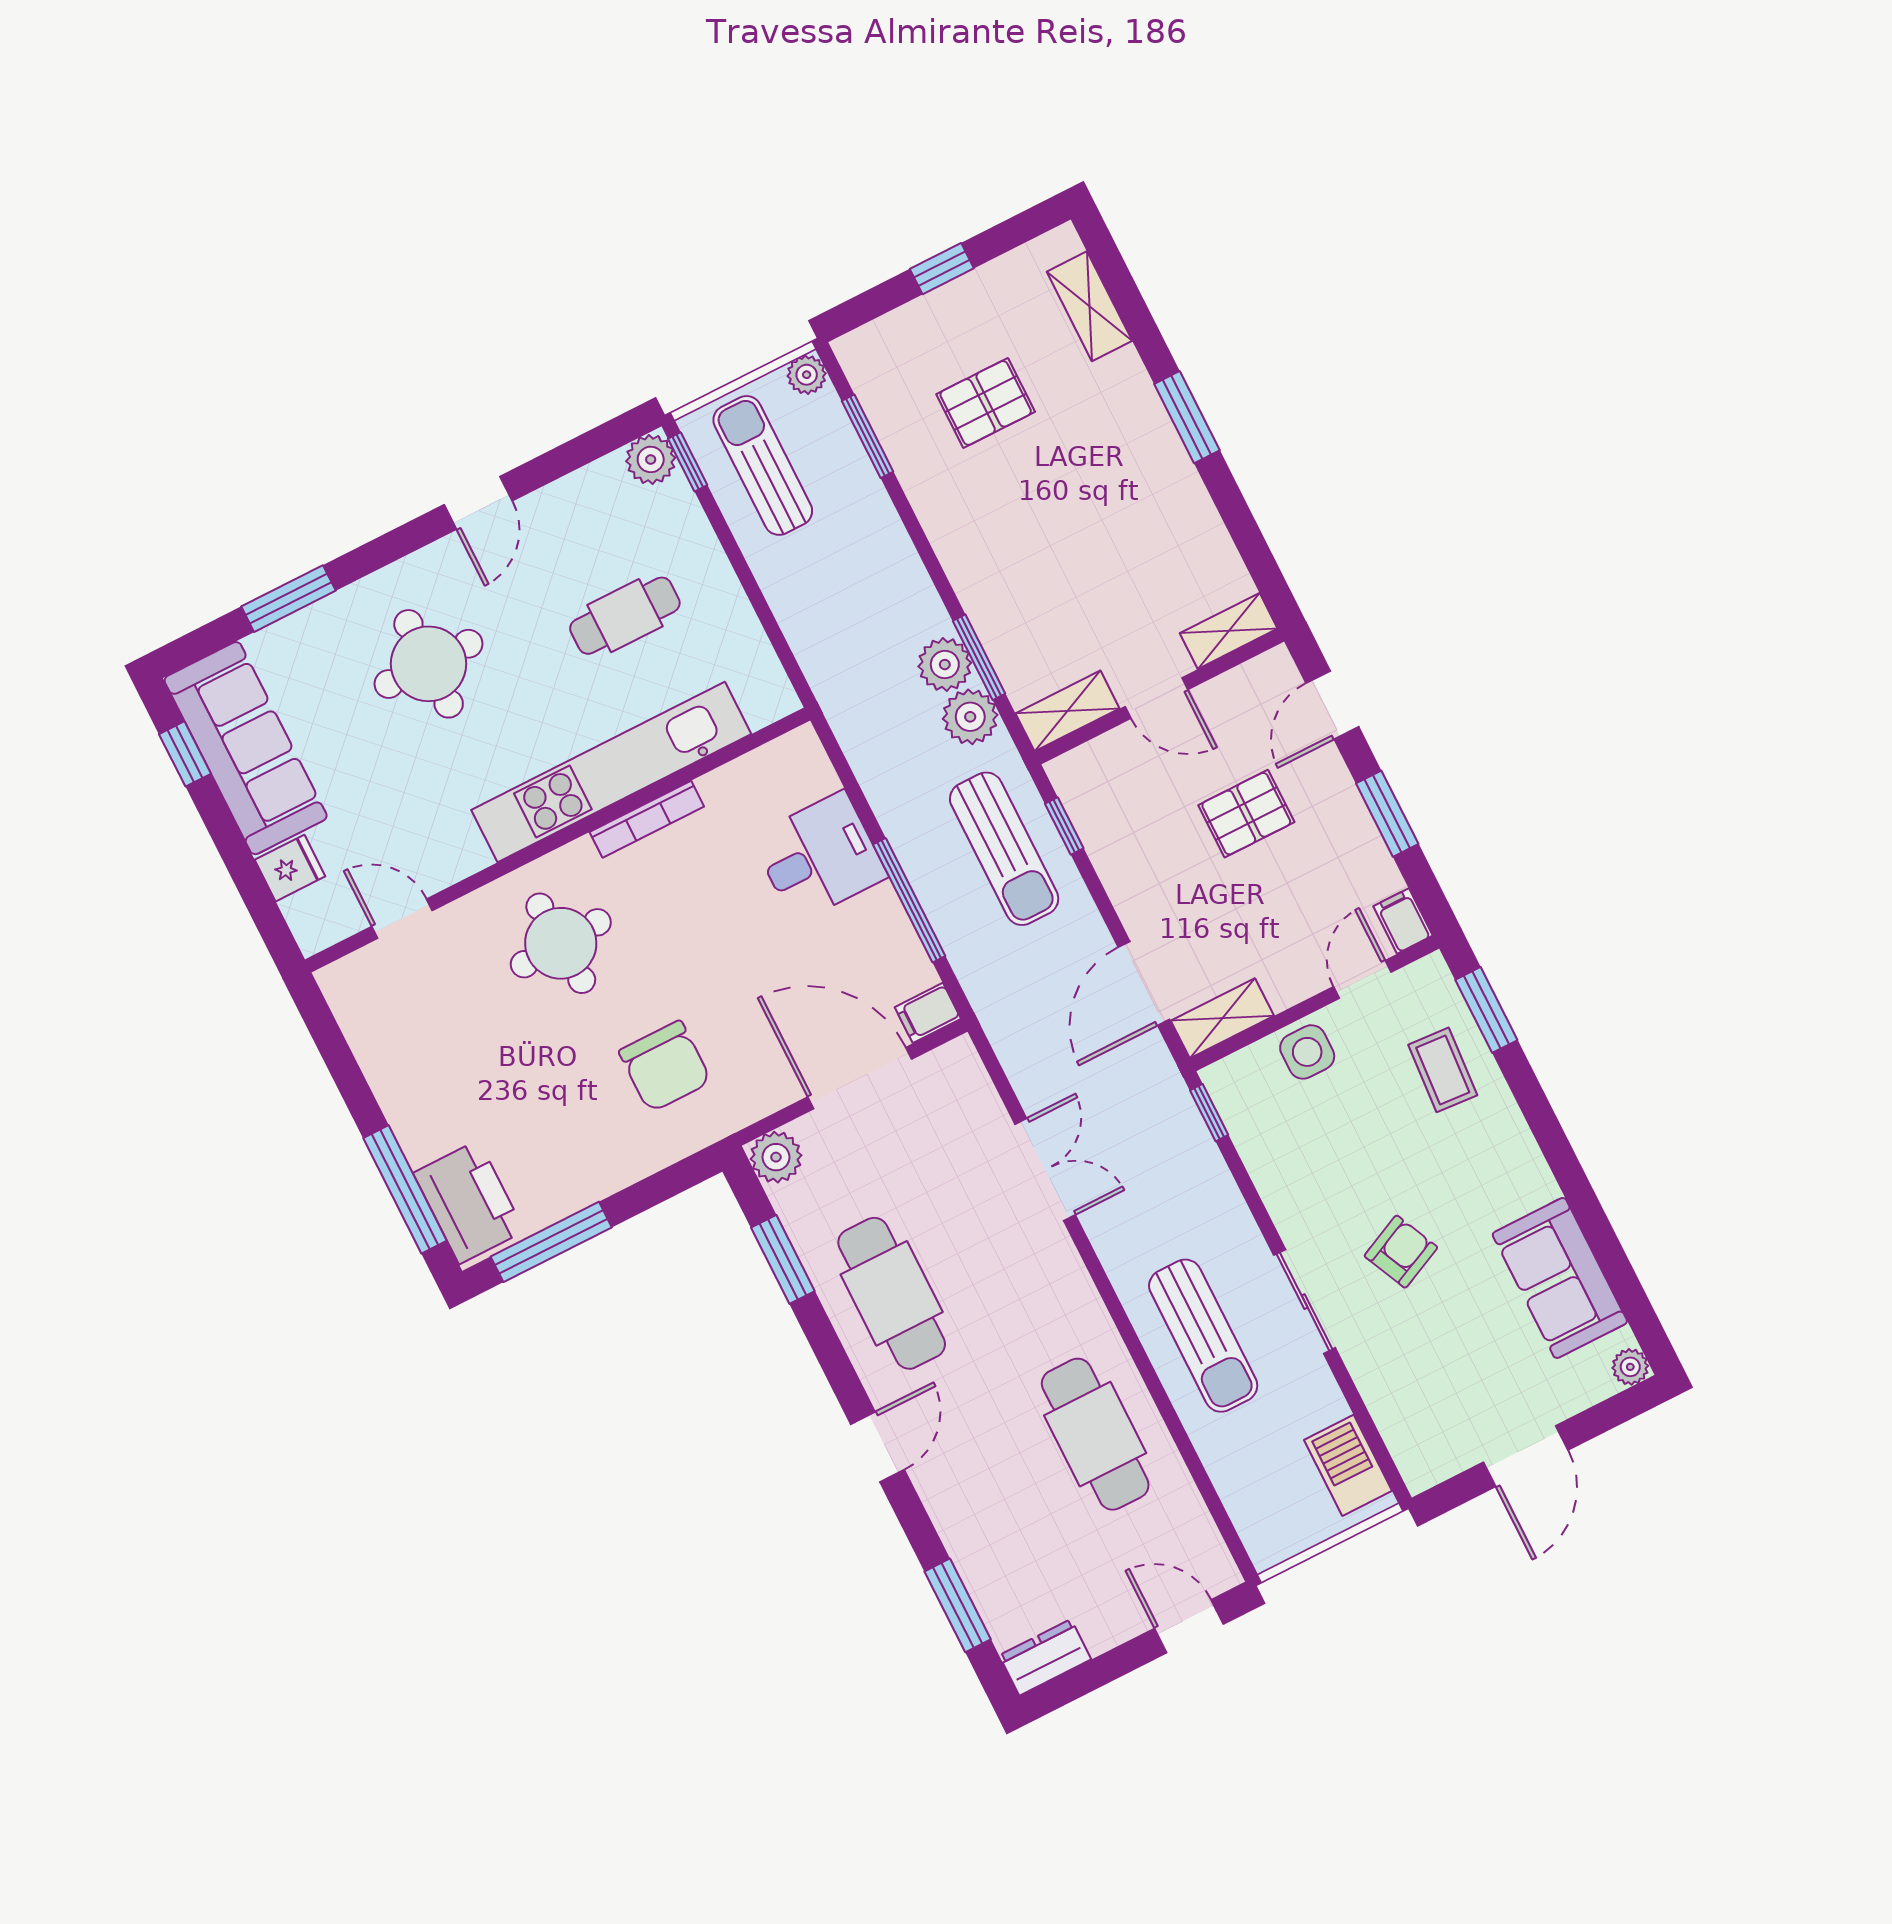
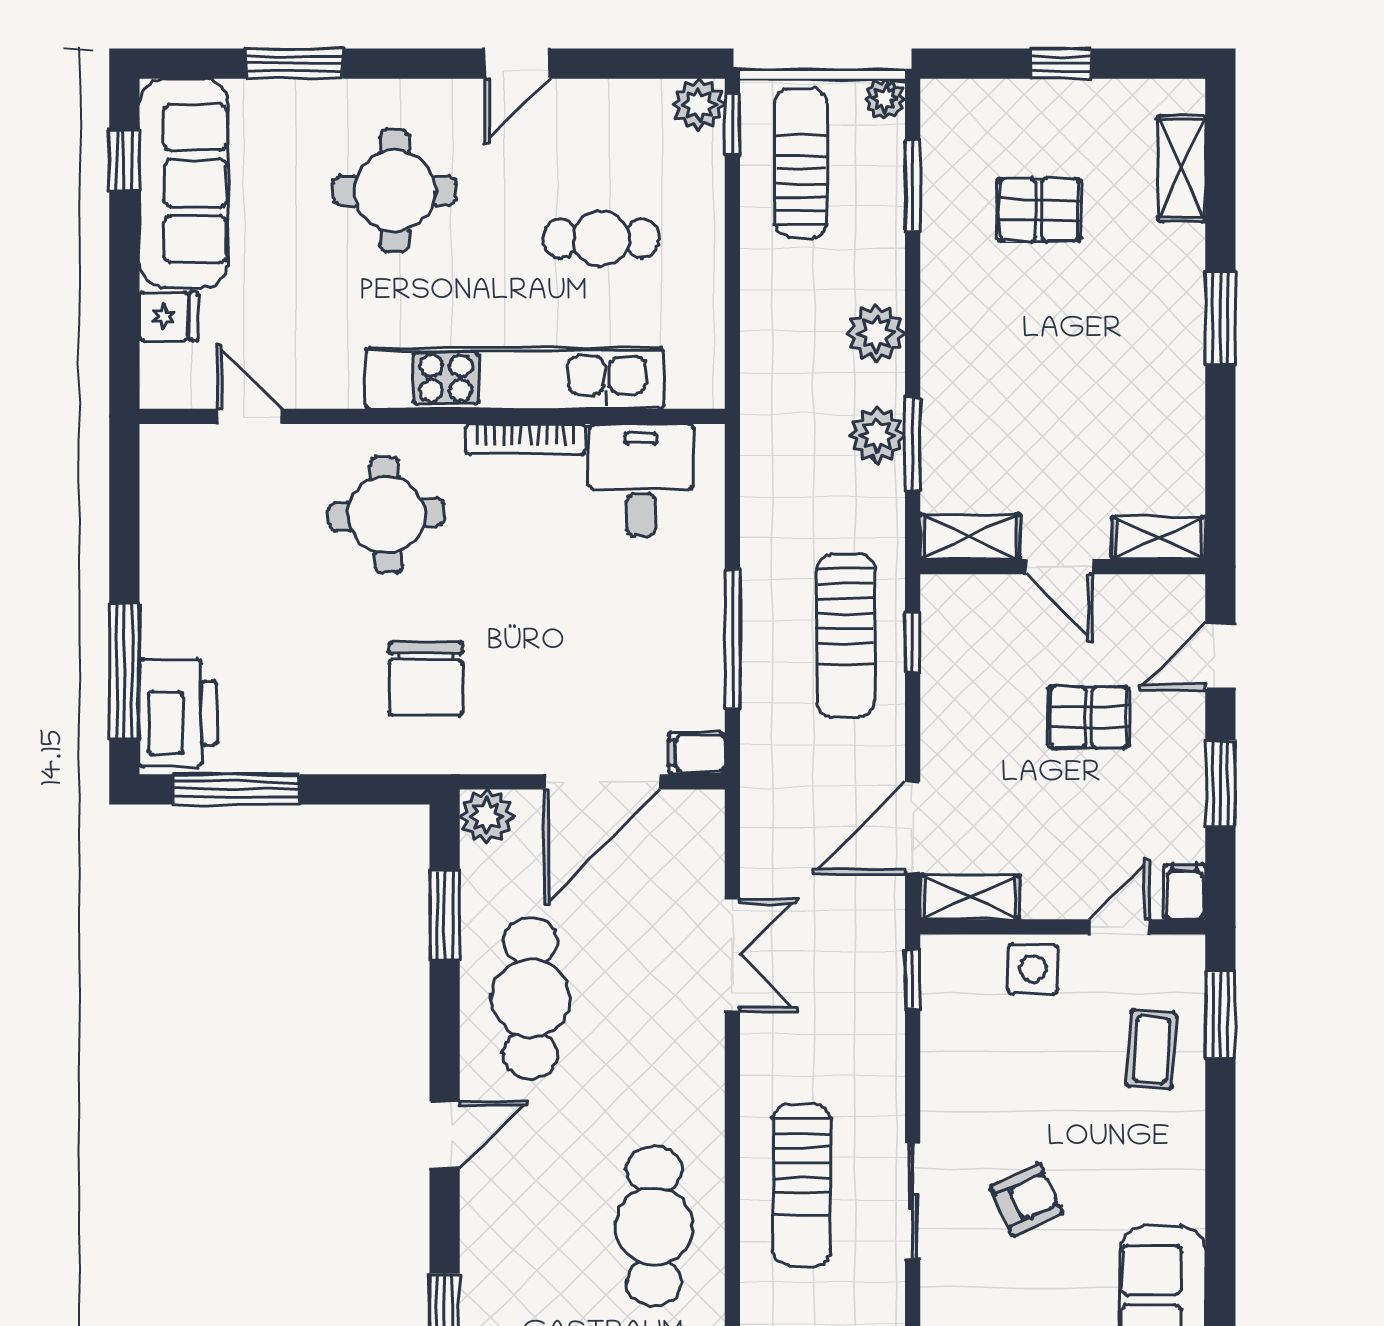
plant: (970, 717) -> (876, 333), moved
desk: (819, 857) -> (641, 480), moved, turned -90
door: (860, 1078) -> (602, 782), swing flipped

